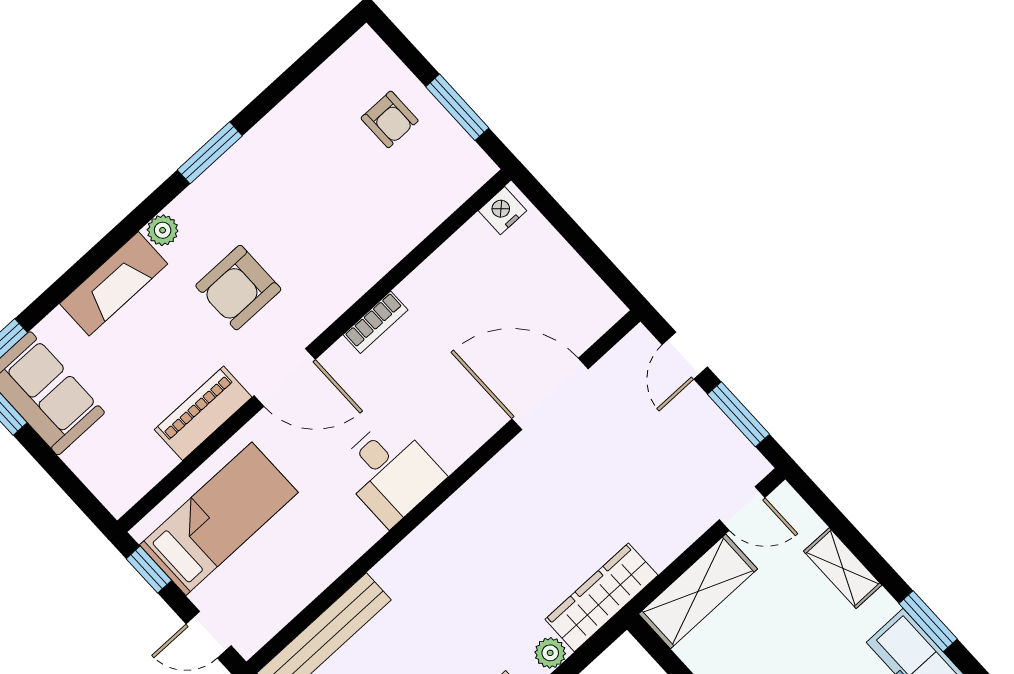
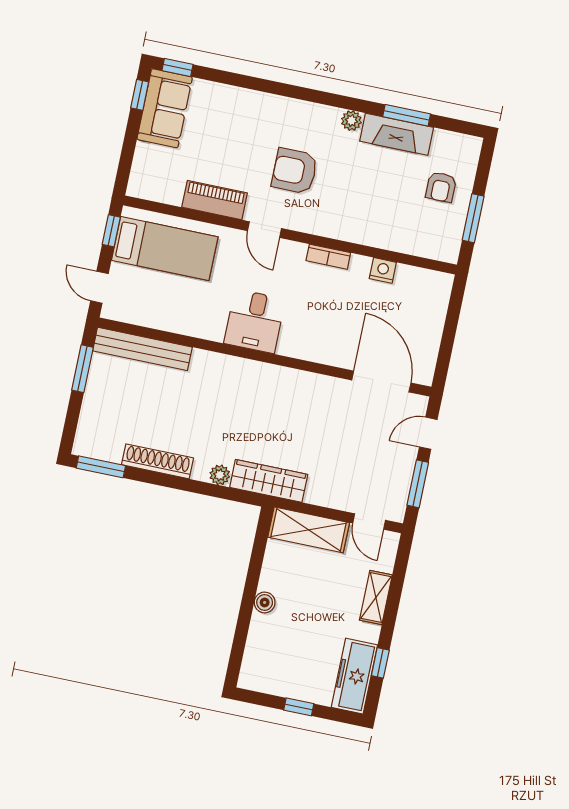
window: (210, 153) -> (407, 115), moved
nightstand: (503, 211) -> (383, 270), moved
plant: (163, 230) -> (351, 121), moved
fireplace: (114, 284) -> (397, 134), moved
door: (285, 377) -> (265, 230), width x0.73
door: (550, 394) -> (381, 381), moved
window: (928, 621) -> (380, 663), width x0.67

